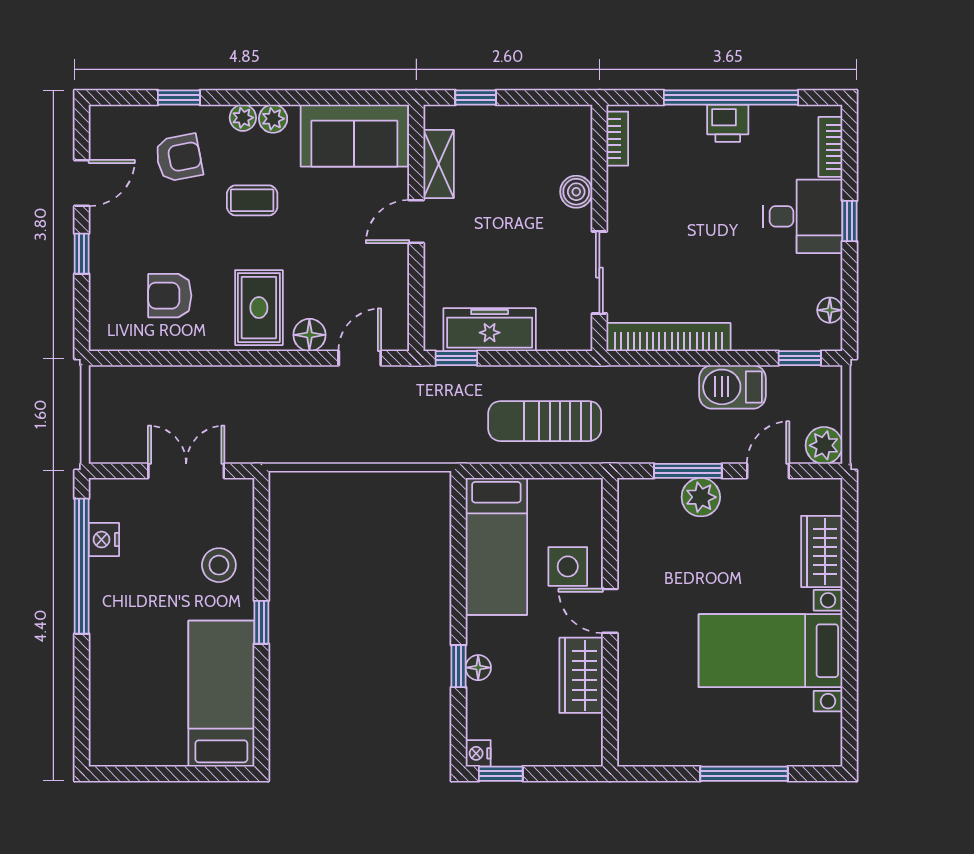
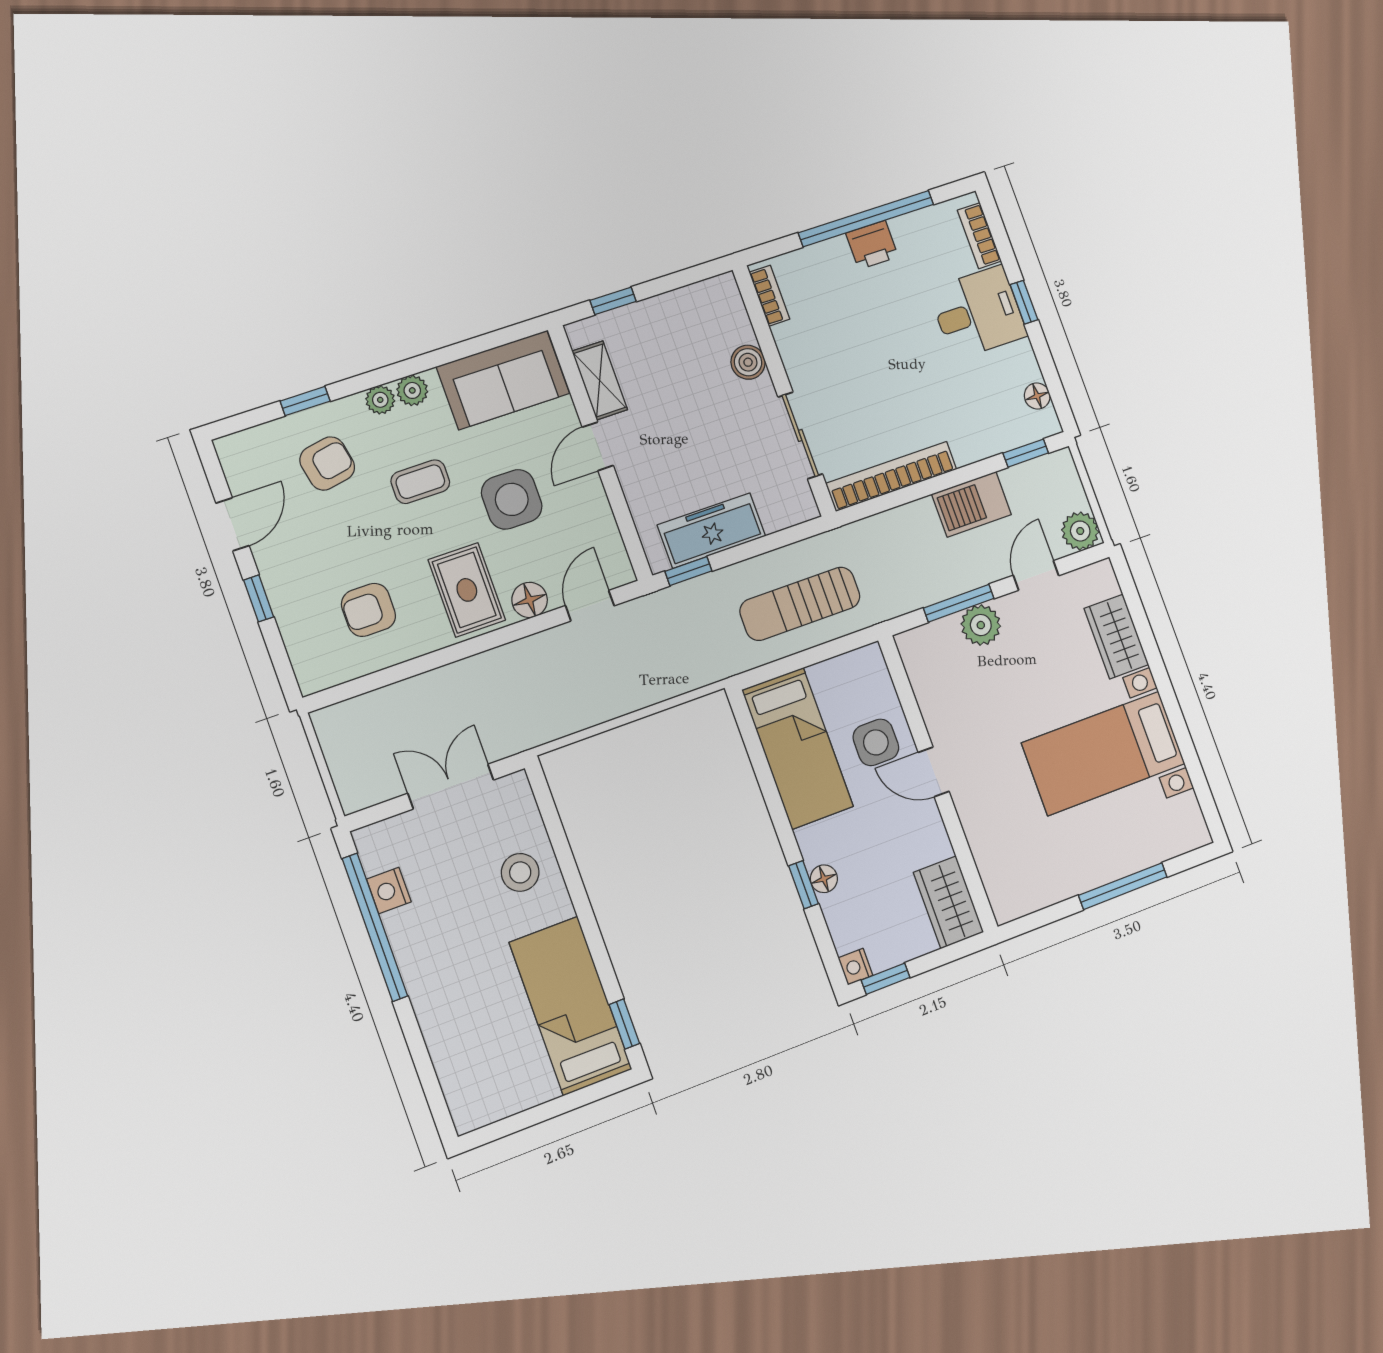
side table: (325, 242) -> (512, 499), added
window: (261, 622) -> (624, 1024), moved
wardrobe: (581, 675) -> (949, 902), moved

